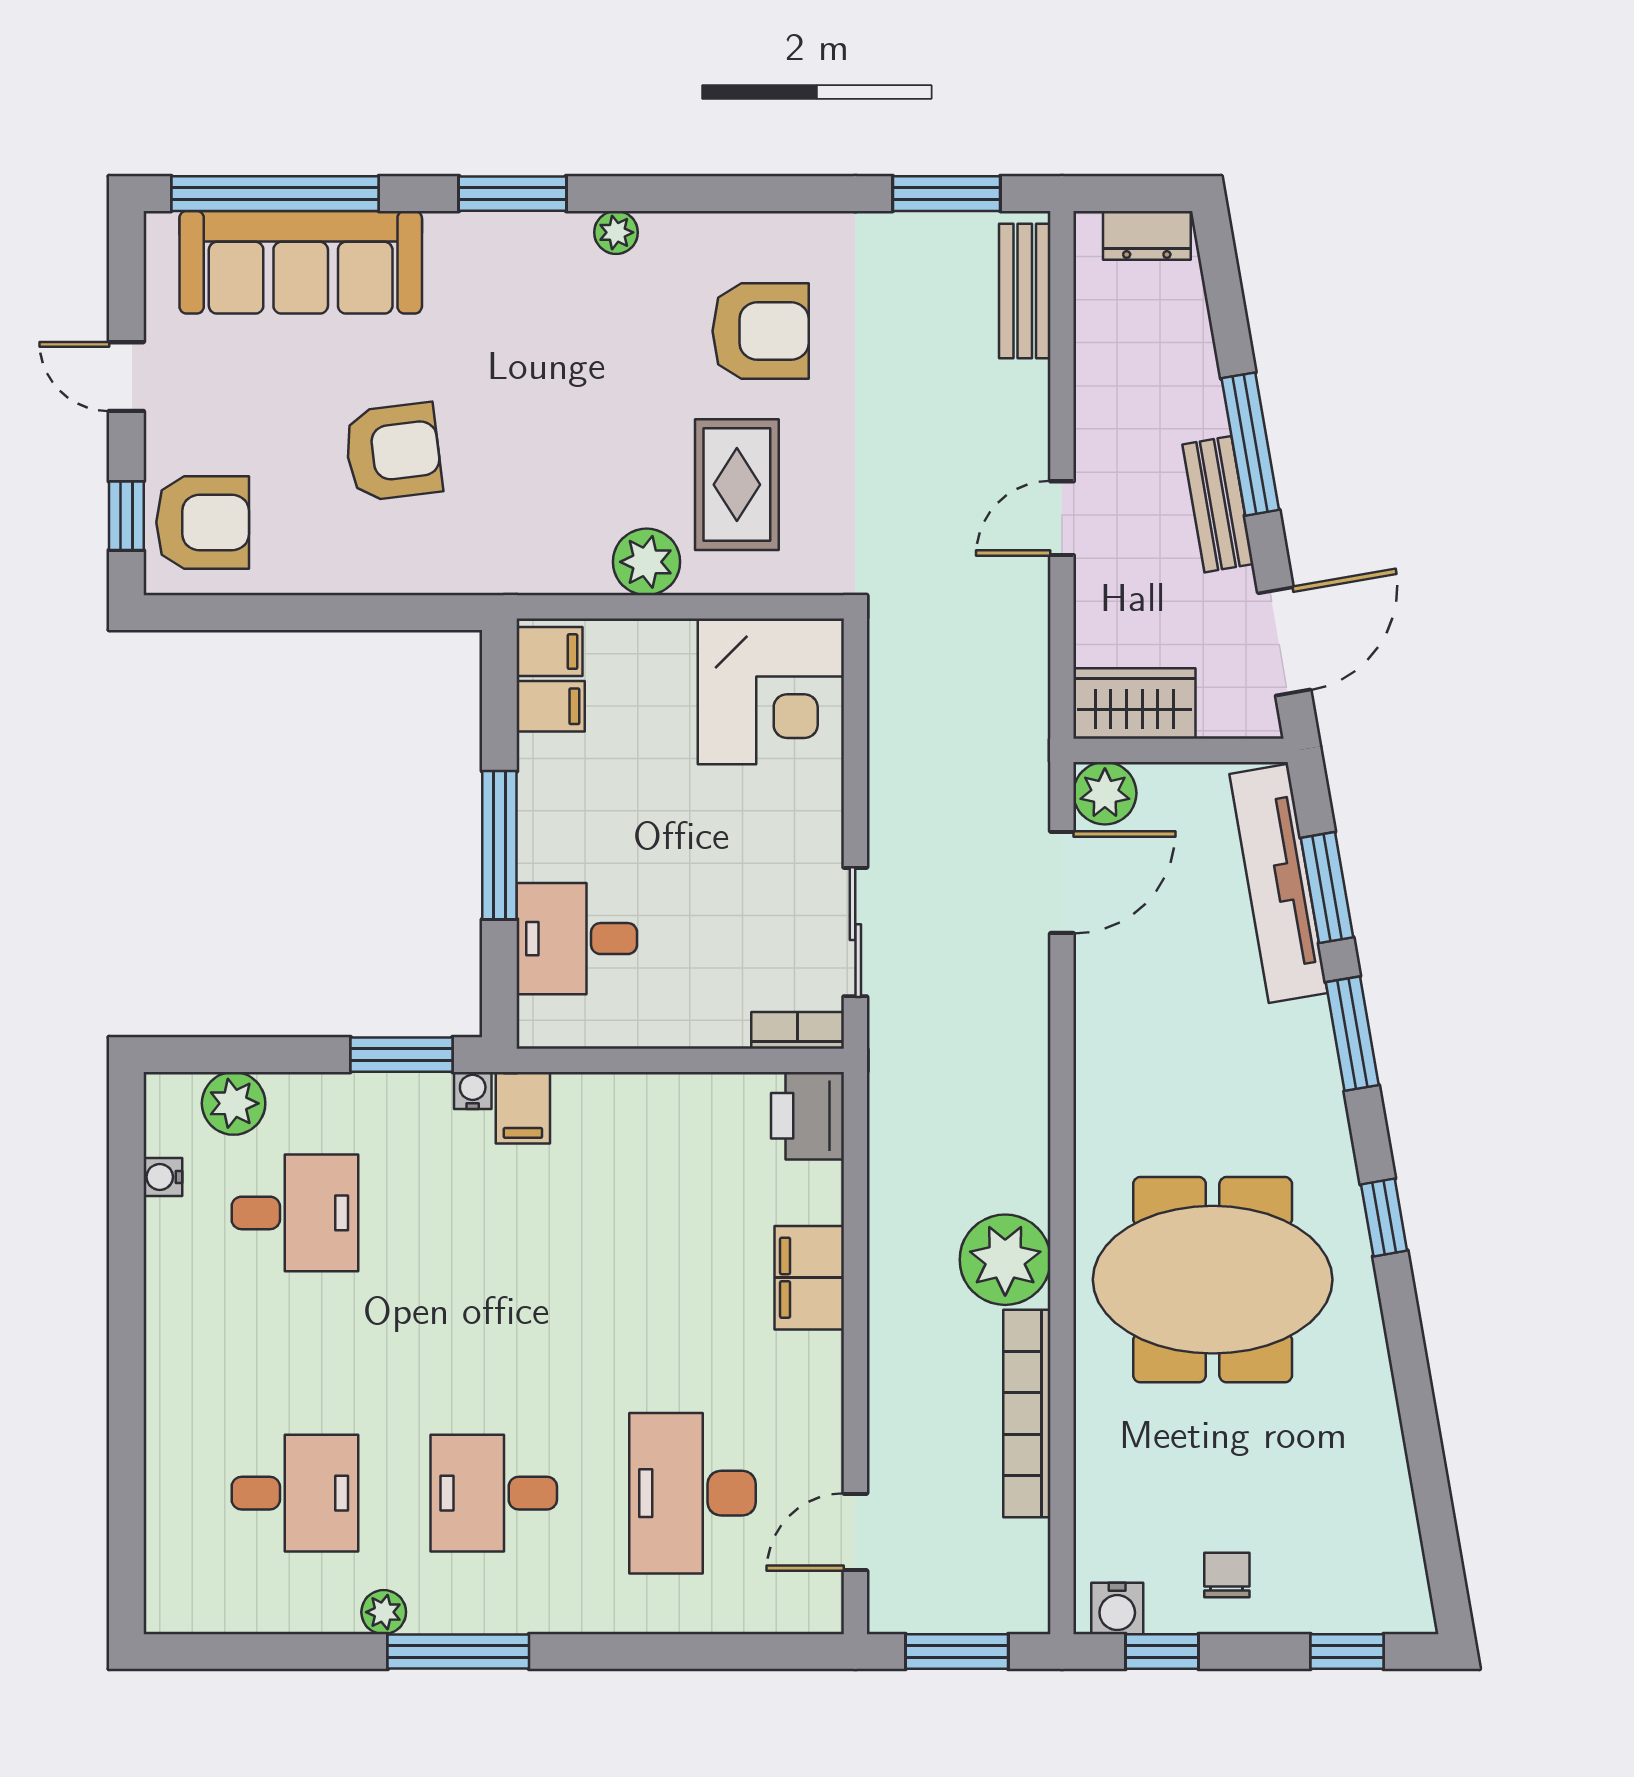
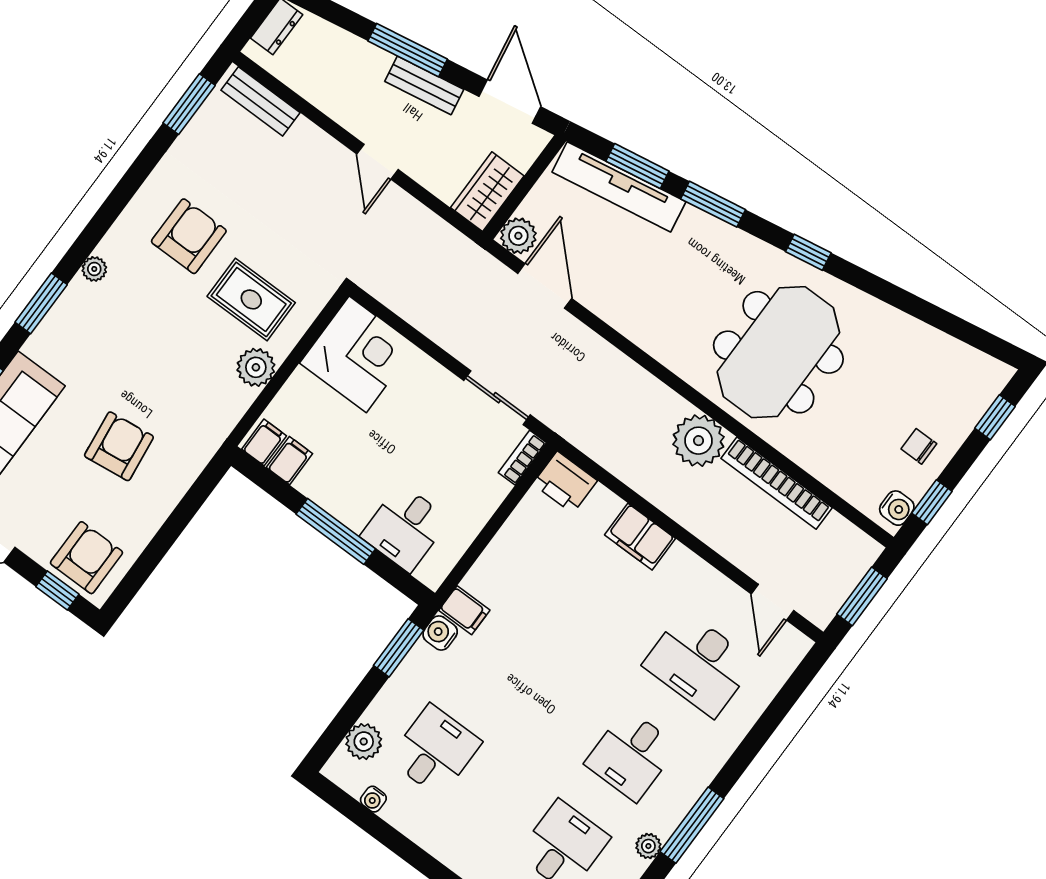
water cooler: (473, 1090) -> (440, 633), width x1.38, depth x1.38

